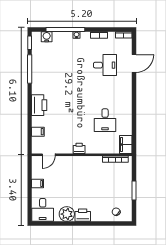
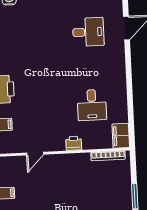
printer: (79, 148) -> (74, 143), moved
door: (49, 155) -> (35, 154), moved

